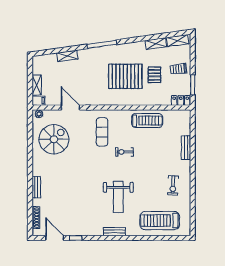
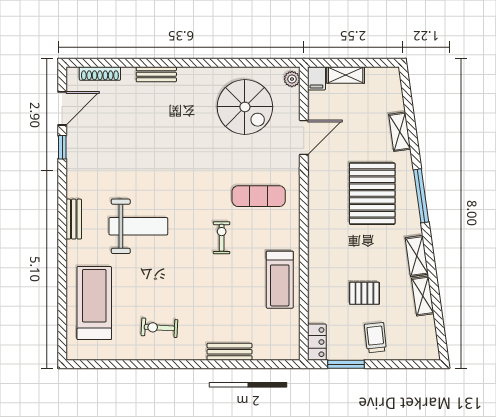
shelving: (178, 41) -> (417, 256), moved
pallet: (125, 76) -> (372, 194), moved
weight bench: (118, 197) -> (138, 226), turned 180

